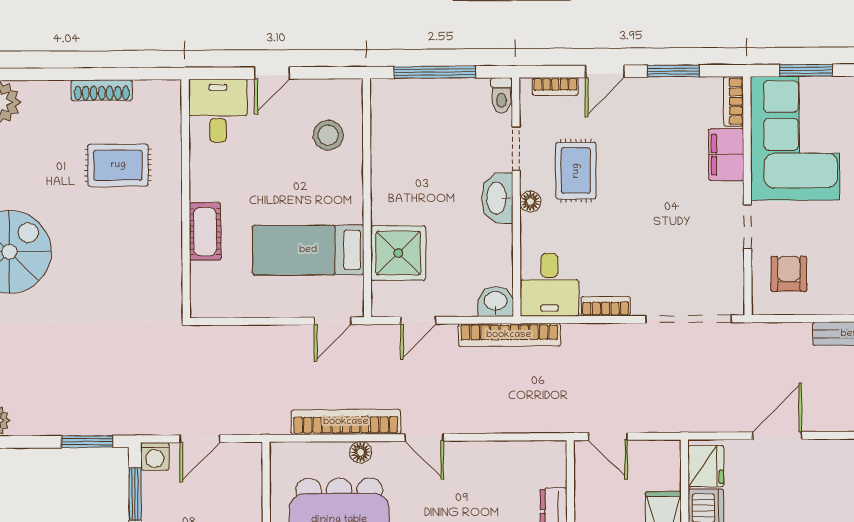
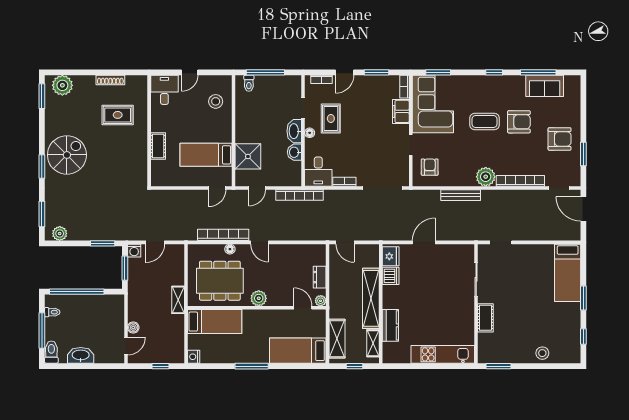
toilet: (501, 95) -> (249, 83), moved
washbasin: (496, 302) -> (294, 152), moved, turned -90

